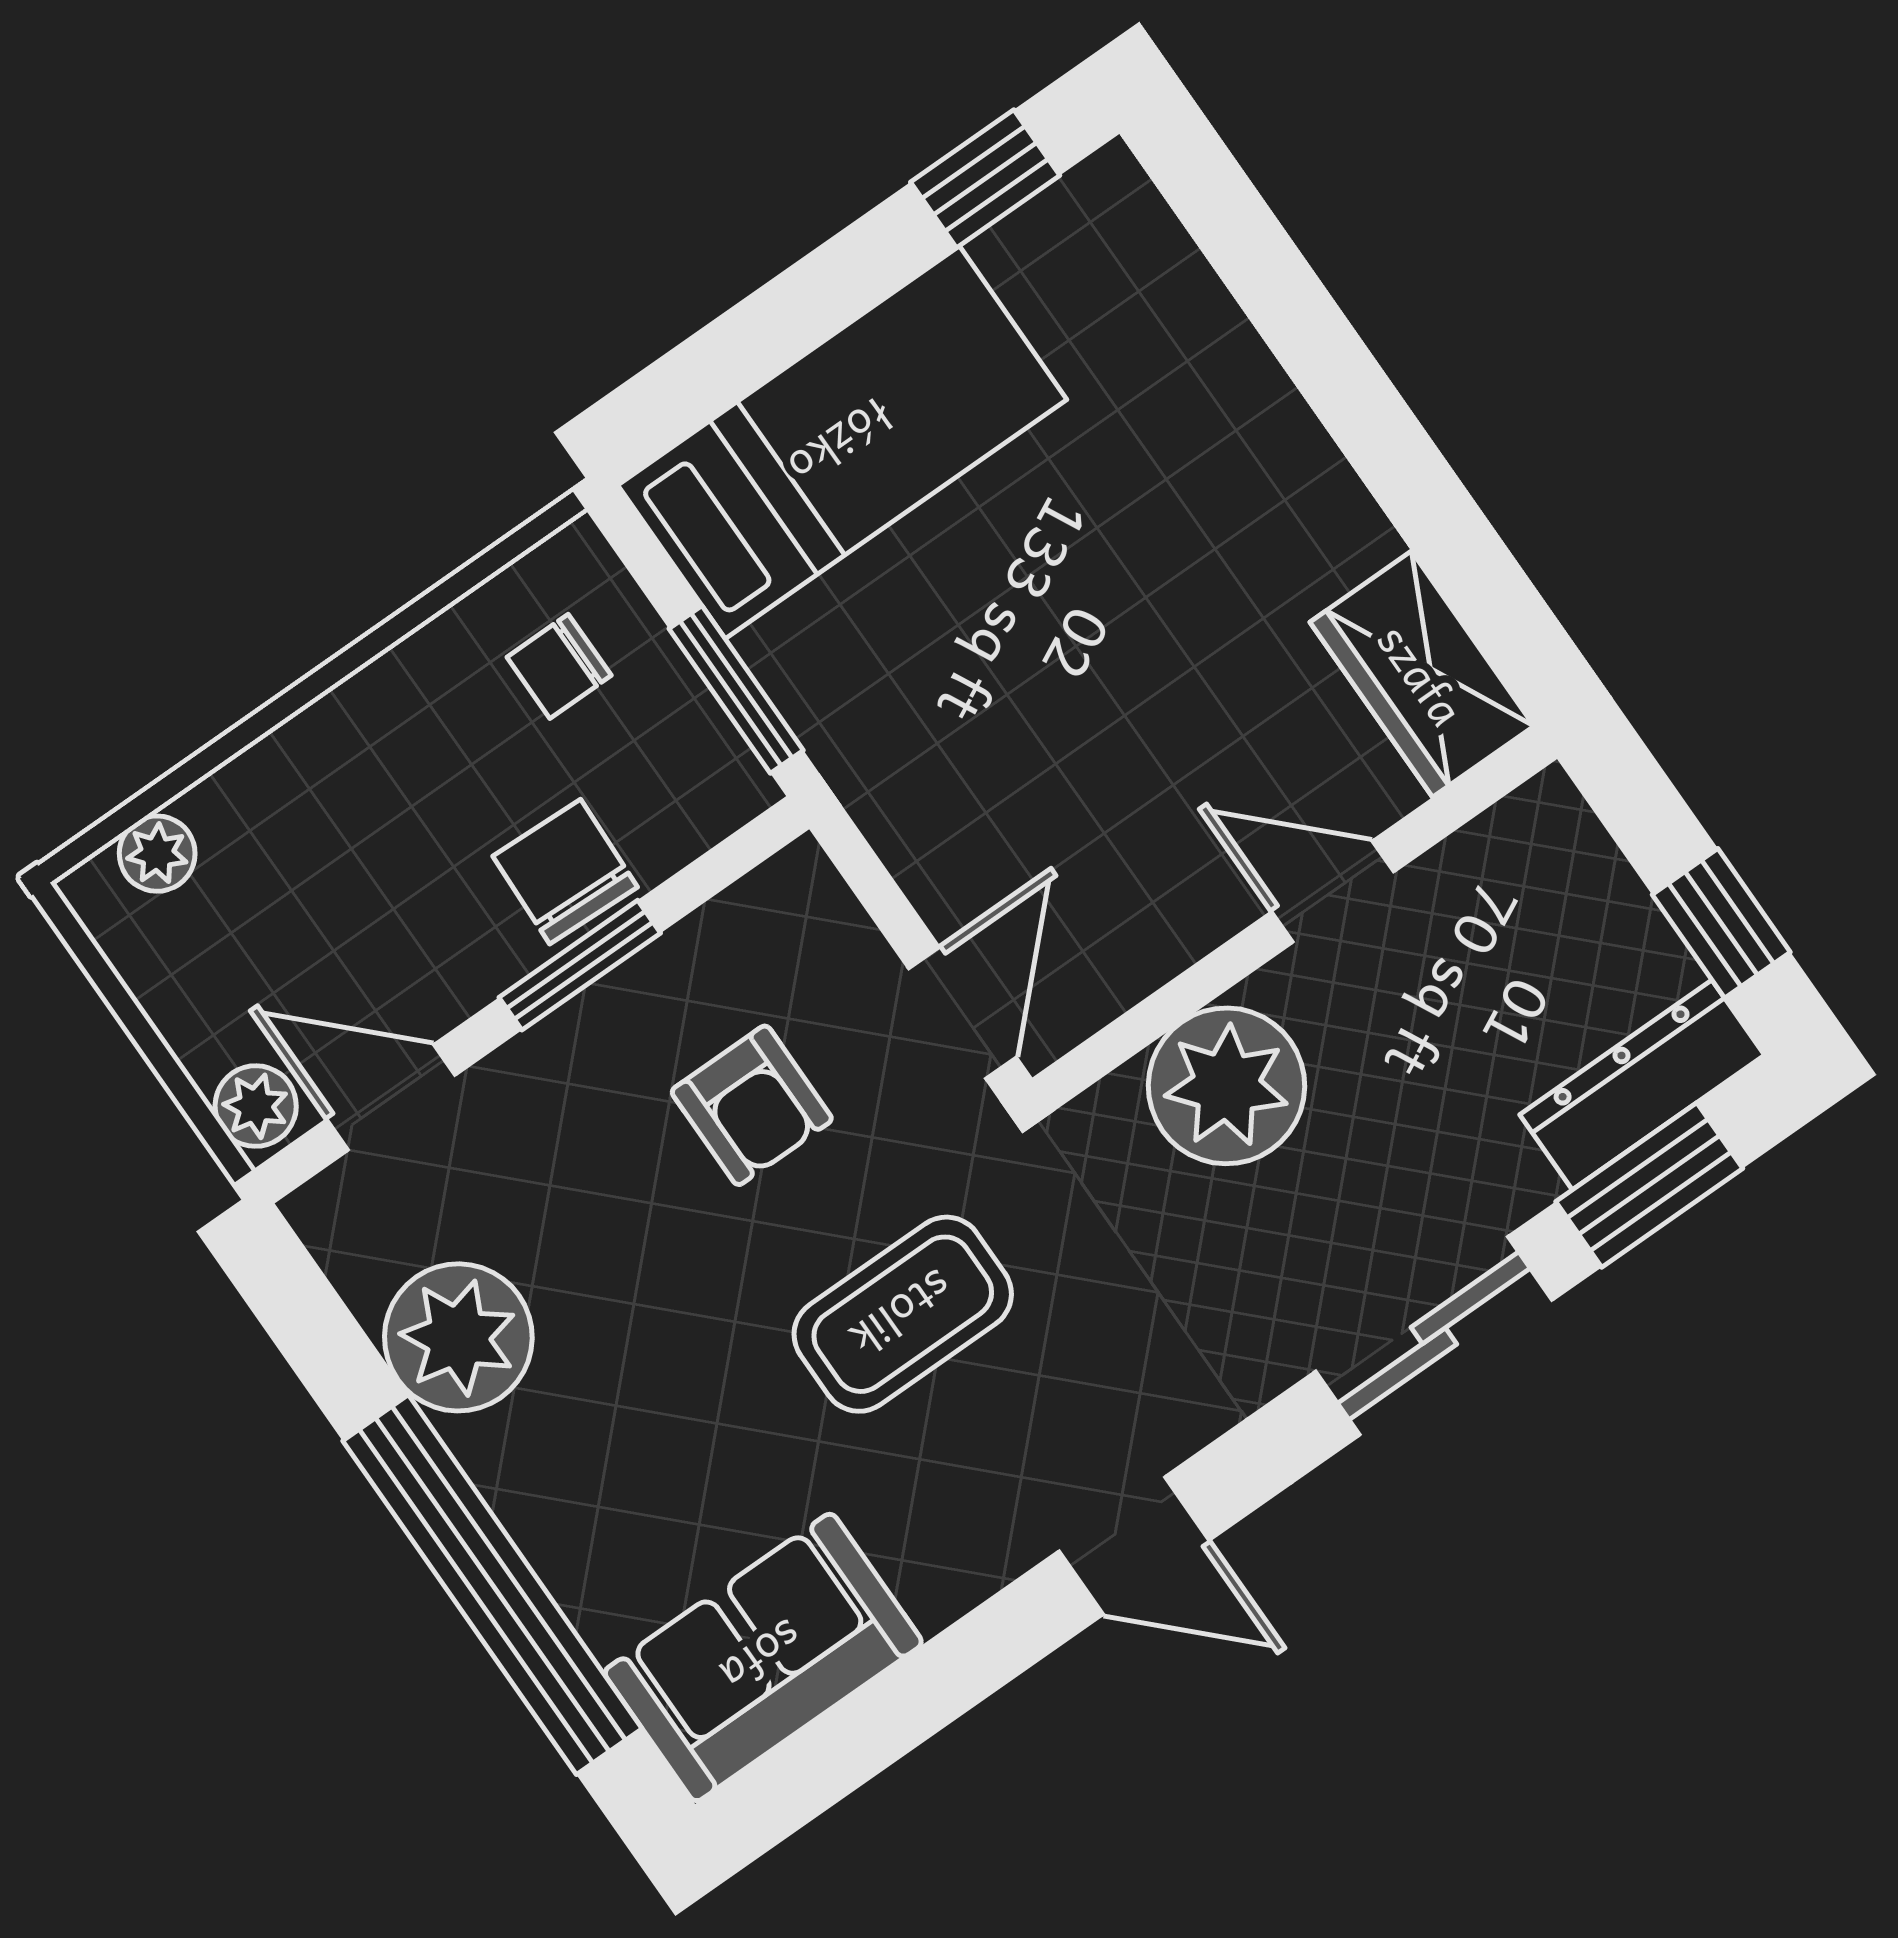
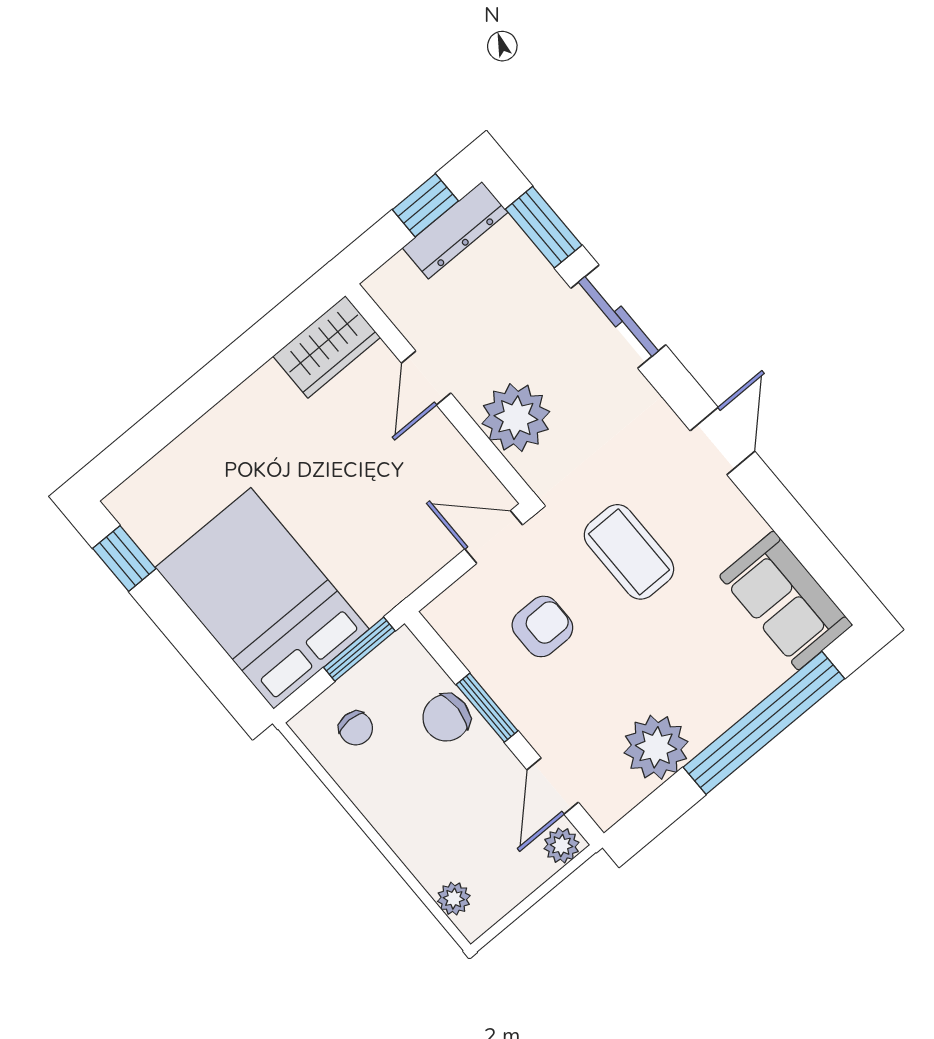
bed: (842, 442) -> (262, 598), width x1.50
dresser: (1642, 1085) -> (455, 230), moved, turned -90

